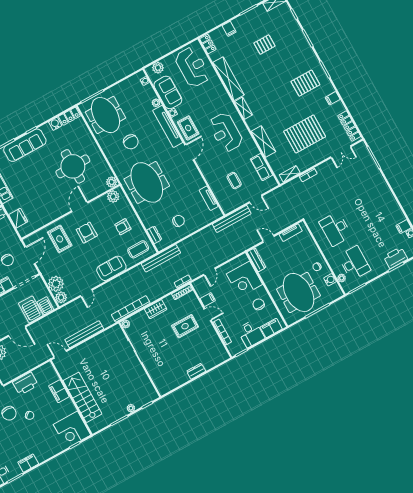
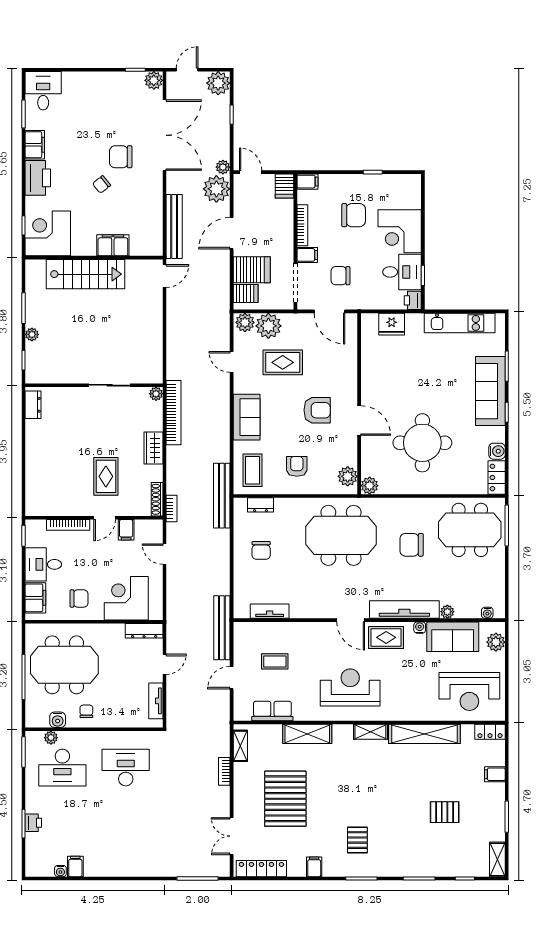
pallet: (264, 45) -> (445, 812), turned 90
pallet: (305, 83) -> (357, 840), width x0.67, depth x0.71
rug: (60, 239) -> (283, 362), moved
printer: (396, 258) -> (33, 823), width x0.53, depth x0.68
bench: (84, 334) -> (174, 226), moved
dresser: (196, 371) -> (33, 405), moved
printer: (25, 384) -> (38, 178), moved, turned 180

